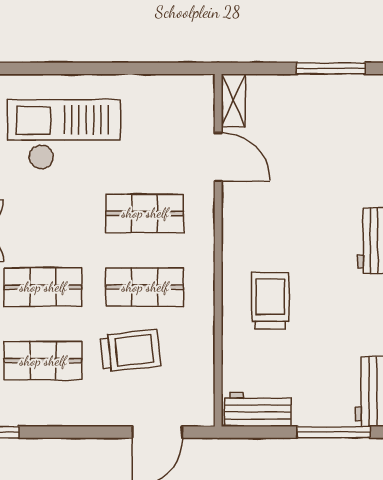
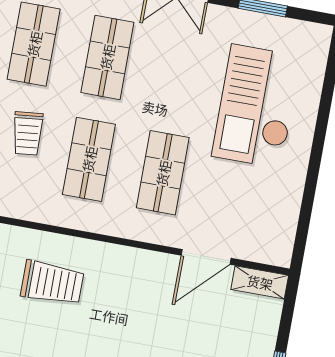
checkout: (64, 134) -> (257, 106), turned 180
trolley: (130, 351) -> (28, 133), width x0.73, depth x0.72

